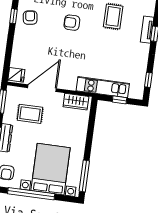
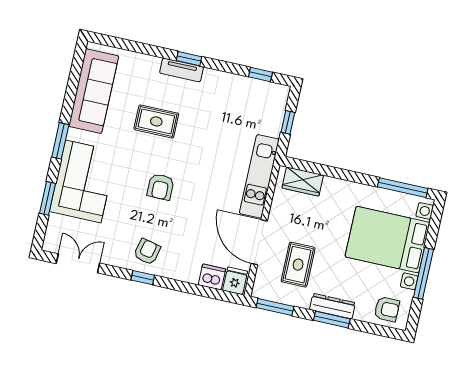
armchair: (30, 18) -> (147, 252), turned 111
dishwasher: (18, 60) -> (212, 277), added
kitchen unit: (103, 87) -> (259, 176), moved
wardrobe: (76, 102) -> (303, 181), moved, turned 90
window: (31, 194) -> (423, 273), width x0.68

